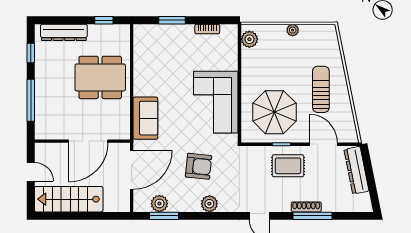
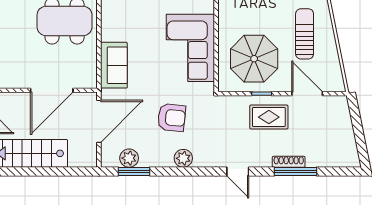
dresser: (356, 170) -> (343, 122), removed

